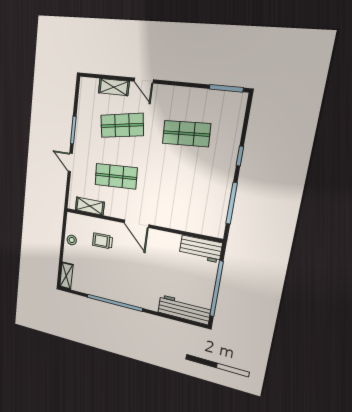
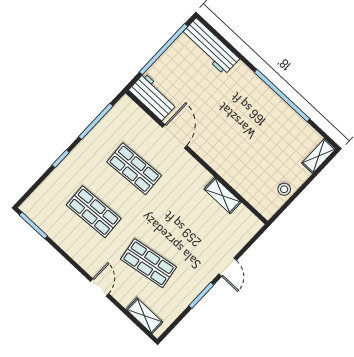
shelving: (114, 87) -> (145, 316), moved
shop shelf: (116, 176) -> (134, 169), moved
shelving: (90, 206) -> (223, 196), moved
door: (136, 224) -> (175, 136), moved
trolley: (102, 241) -> (249, 167), removed

